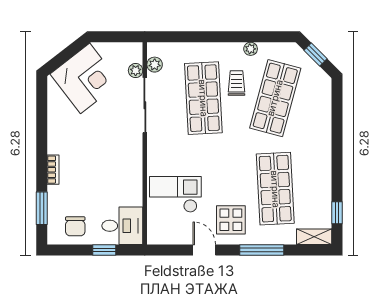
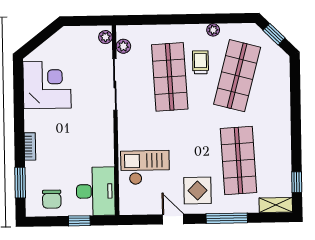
plant: (136, 71) -> (105, 37), moved
corner desk: (85, 78) -> (47, 85), moved, turned -52
desk: (122, 226) -> (96, 191), width x1.37

